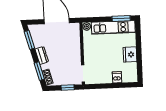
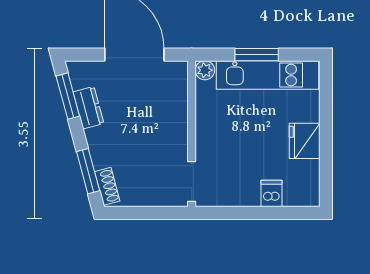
window: (121, 18) -> (257, 55), moved
dresser: (42, 55) -> (88, 108), moved
window: (68, 88) -> (154, 213), removed

